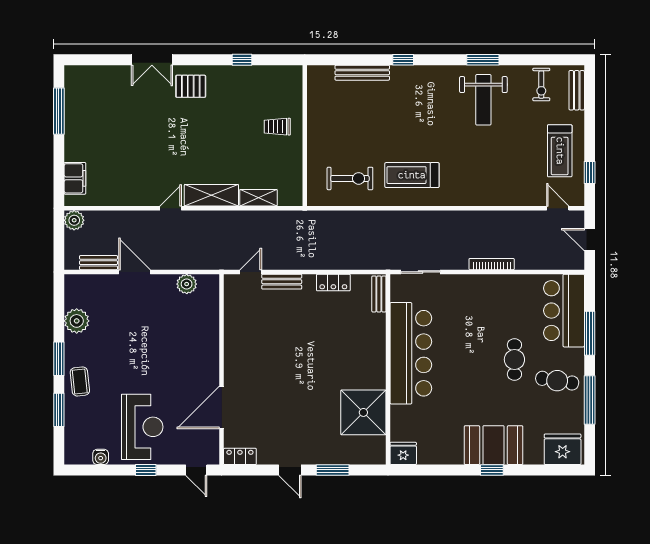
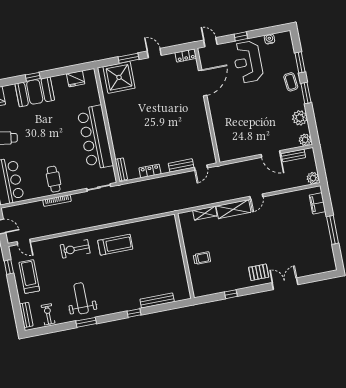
window: (59, 111) -> (333, 230), moved
exercise bike: (350, 178) -> (75, 249), moved
plant: (187, 284) -> (305, 140), moved
cafe table: (514, 359) -> (54, 179), moved
shower: (363, 412) -> (119, 77), moved
fridge: (403, 453) -> (76, 79), moved

